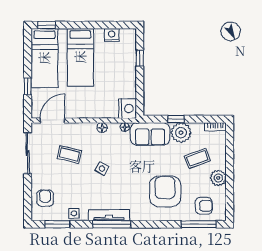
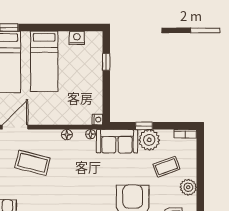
nightstand: (127, 109) -> (97, 120), width x0.53, depth x0.56
coffee table: (69, 155) -> (33, 163), width x1.36, depth x1.30
side table: (102, 169) -> (67, 177), removed

